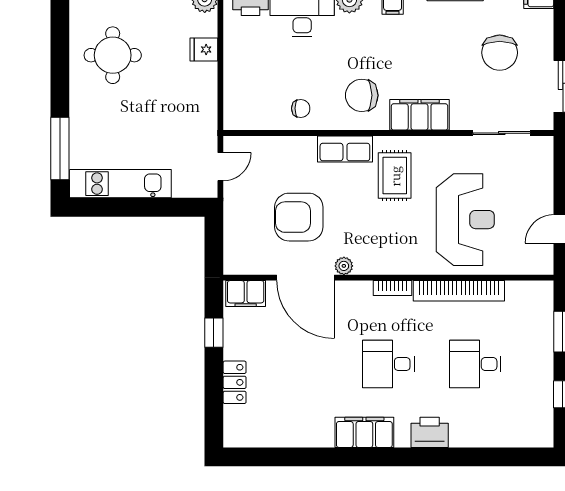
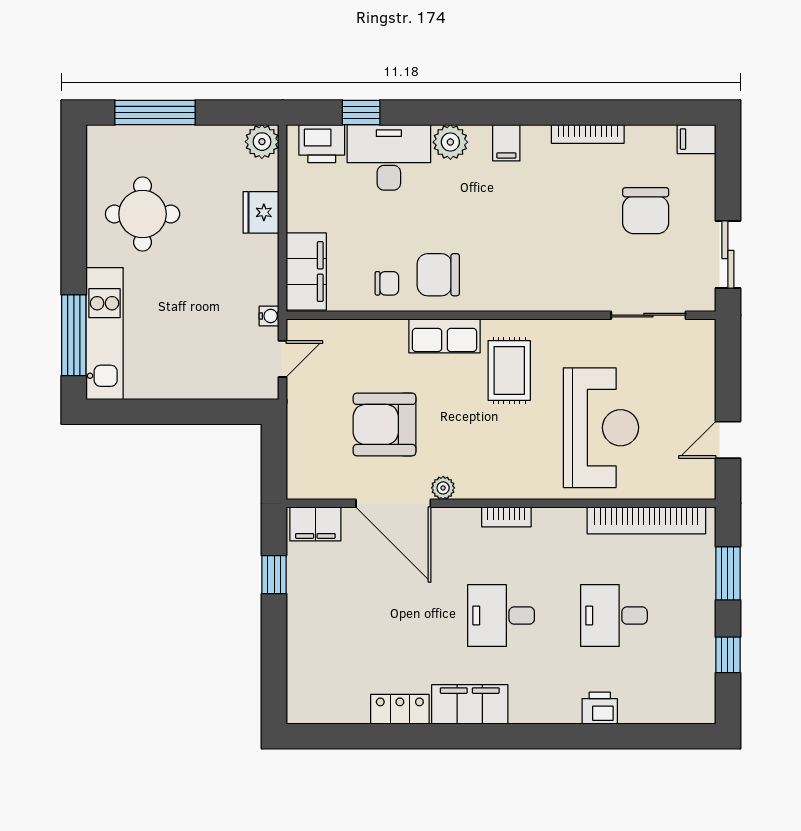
fridge: (204, 49) -> (261, 212), width x1.38
chair: (362, 95) -> (438, 275), moved
filing cabinet: (420, 115) -> (306, 272), moved, turned 90
water cooler: (210, 134) -> (269, 316), added
kitchen unit: (120, 184) -> (105, 334), moved, turned 90
bookcase: (459, 291) -> (646, 520), moved
locker: (235, 382) -> (400, 709), moved, turned -90
printer: (430, 432) -> (600, 708), moved, width x0.73, depth x0.81

